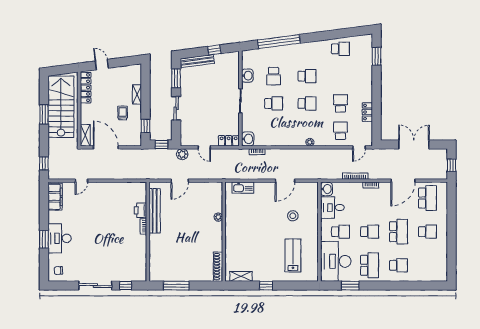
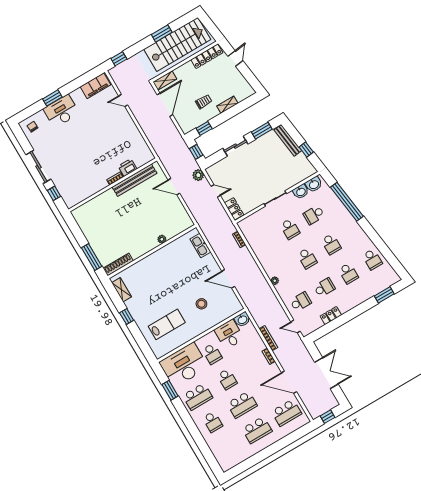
school desk: (340, 76) -> (348, 273), added
washbasin: (248, 139) -> (314, 184), moved
door: (204, 147) -> (216, 191), swing flipped
school desk: (427, 232) -> (257, 430), width x1.85
window: (176, 286) -> (92, 257), moved

